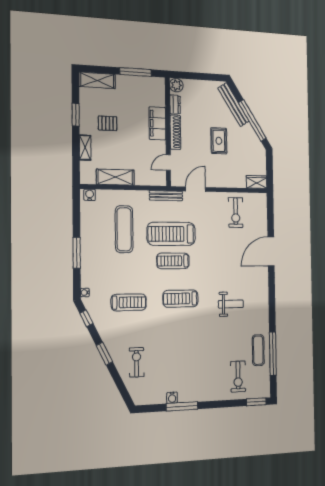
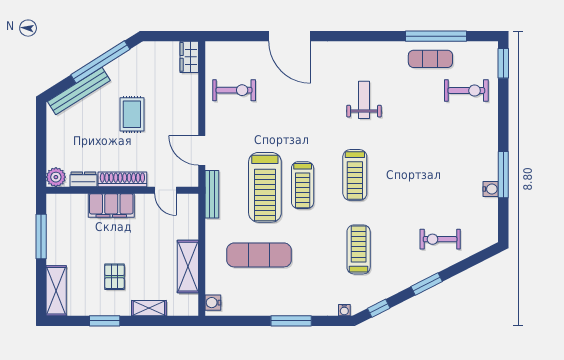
rug: (219, 141) -> (132, 114), turned 90

